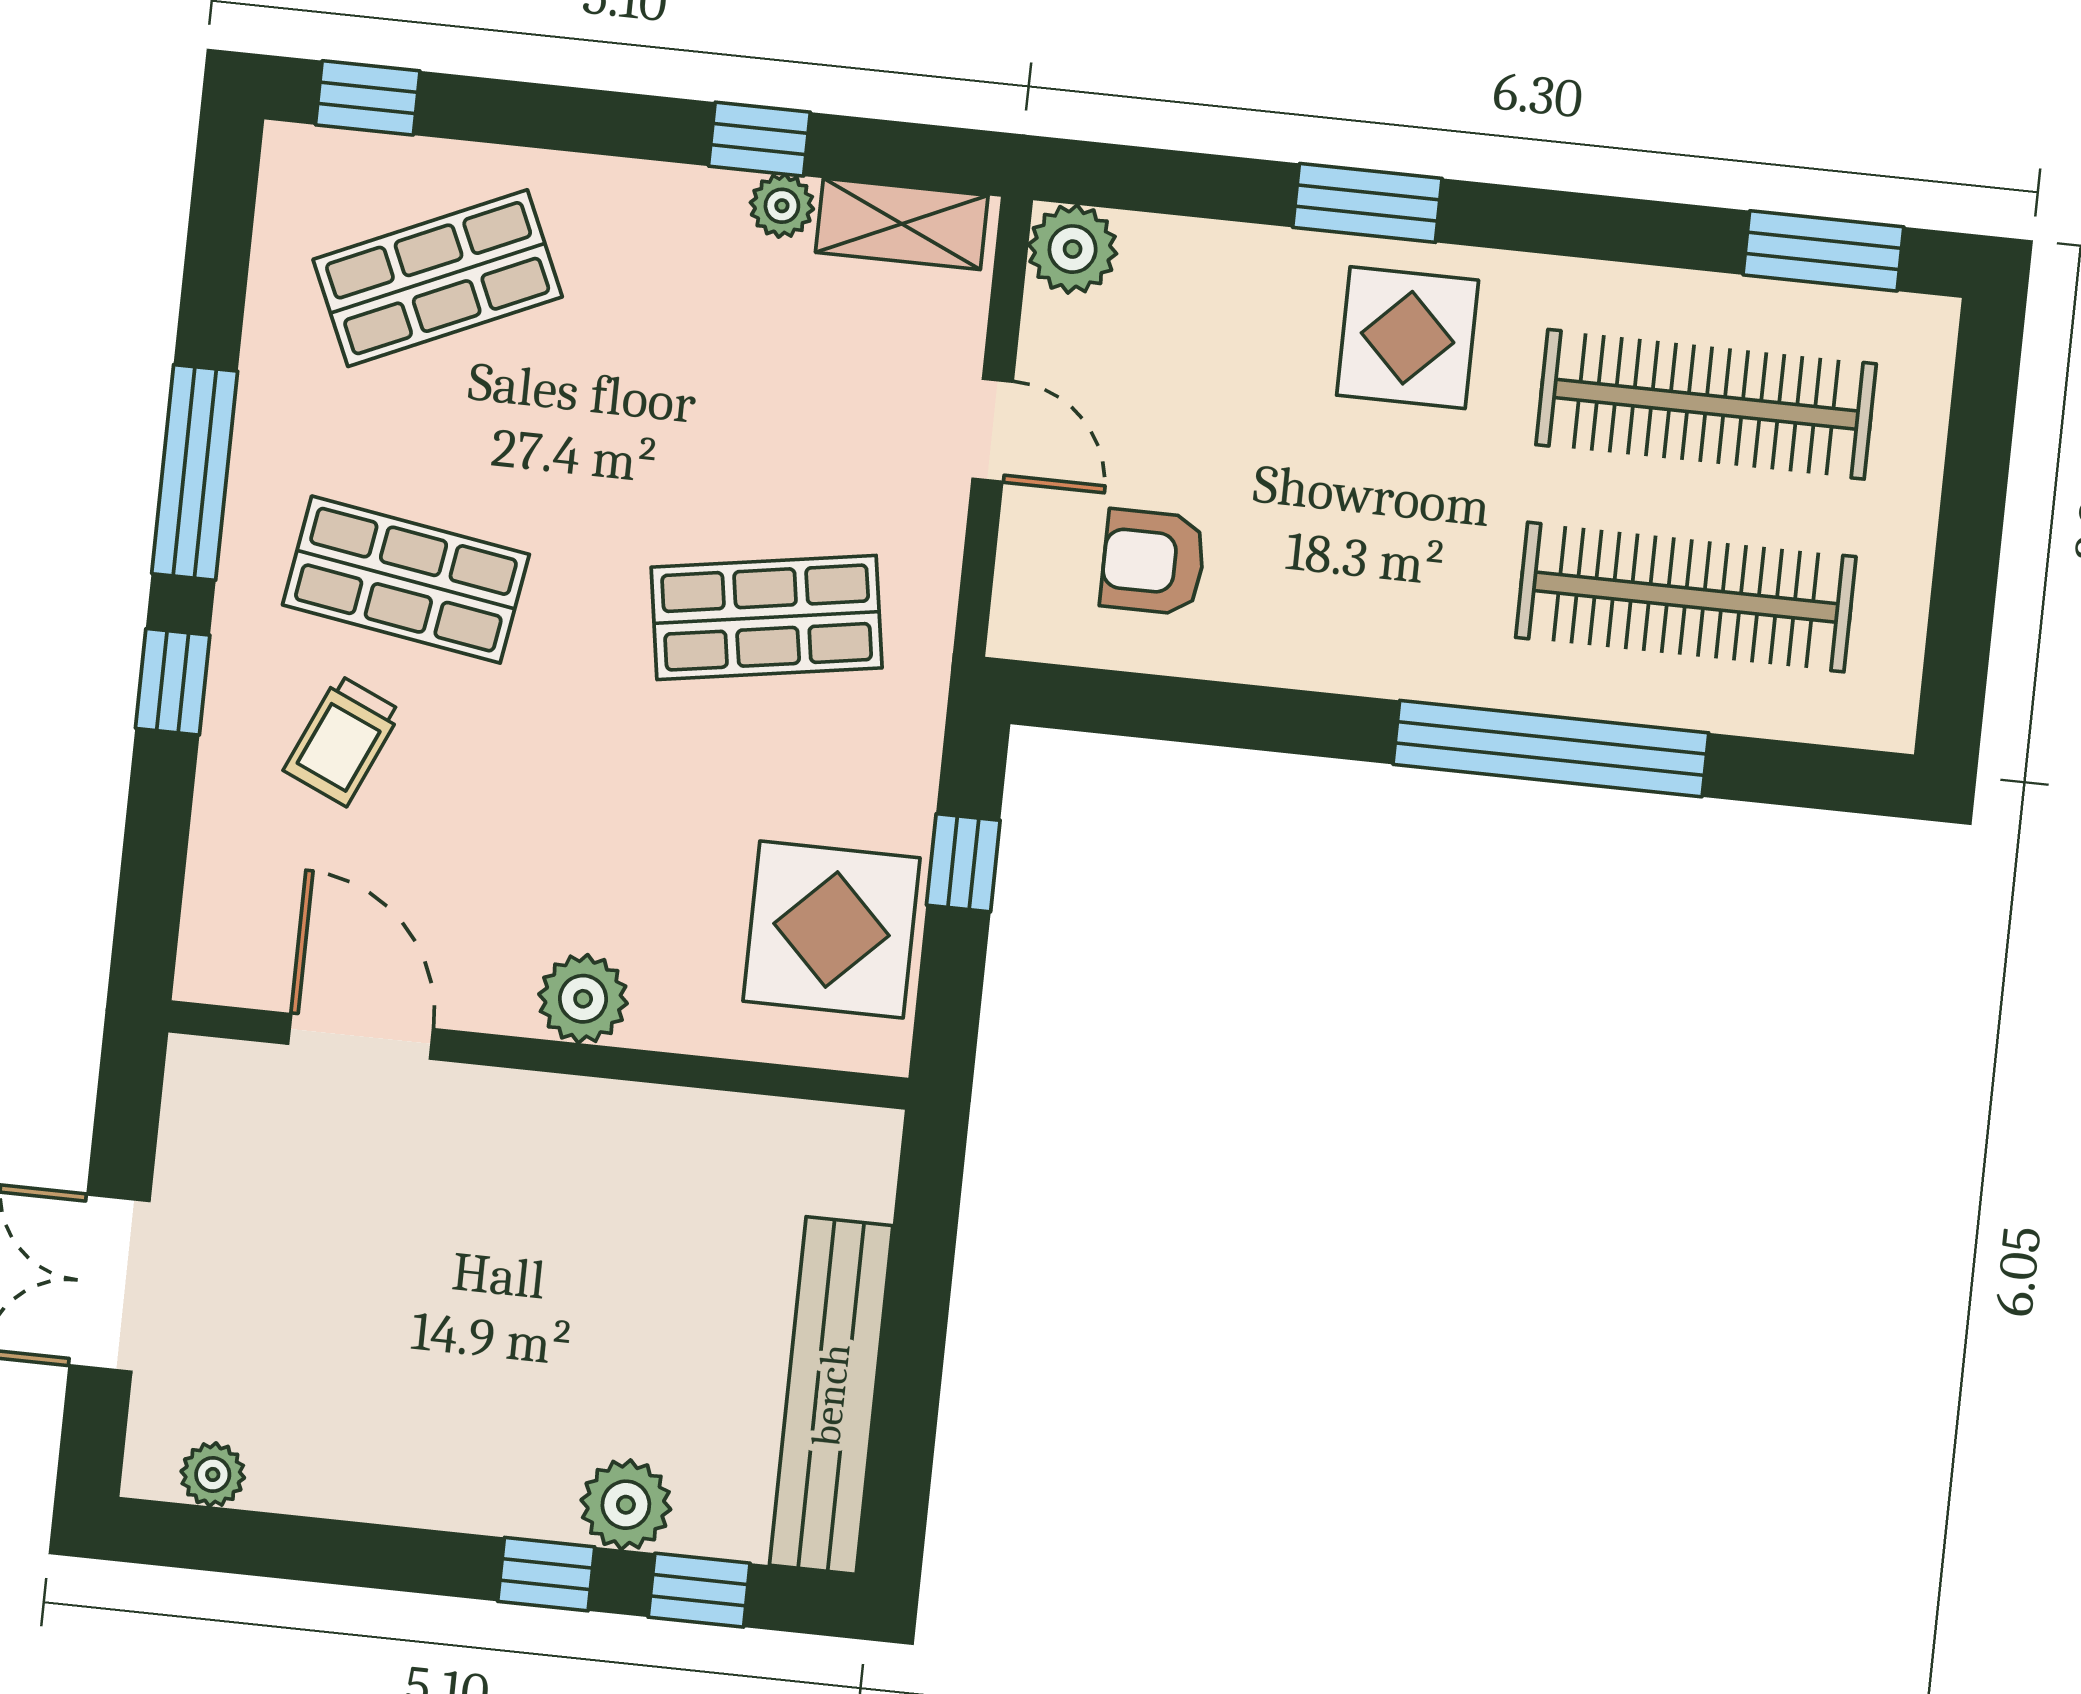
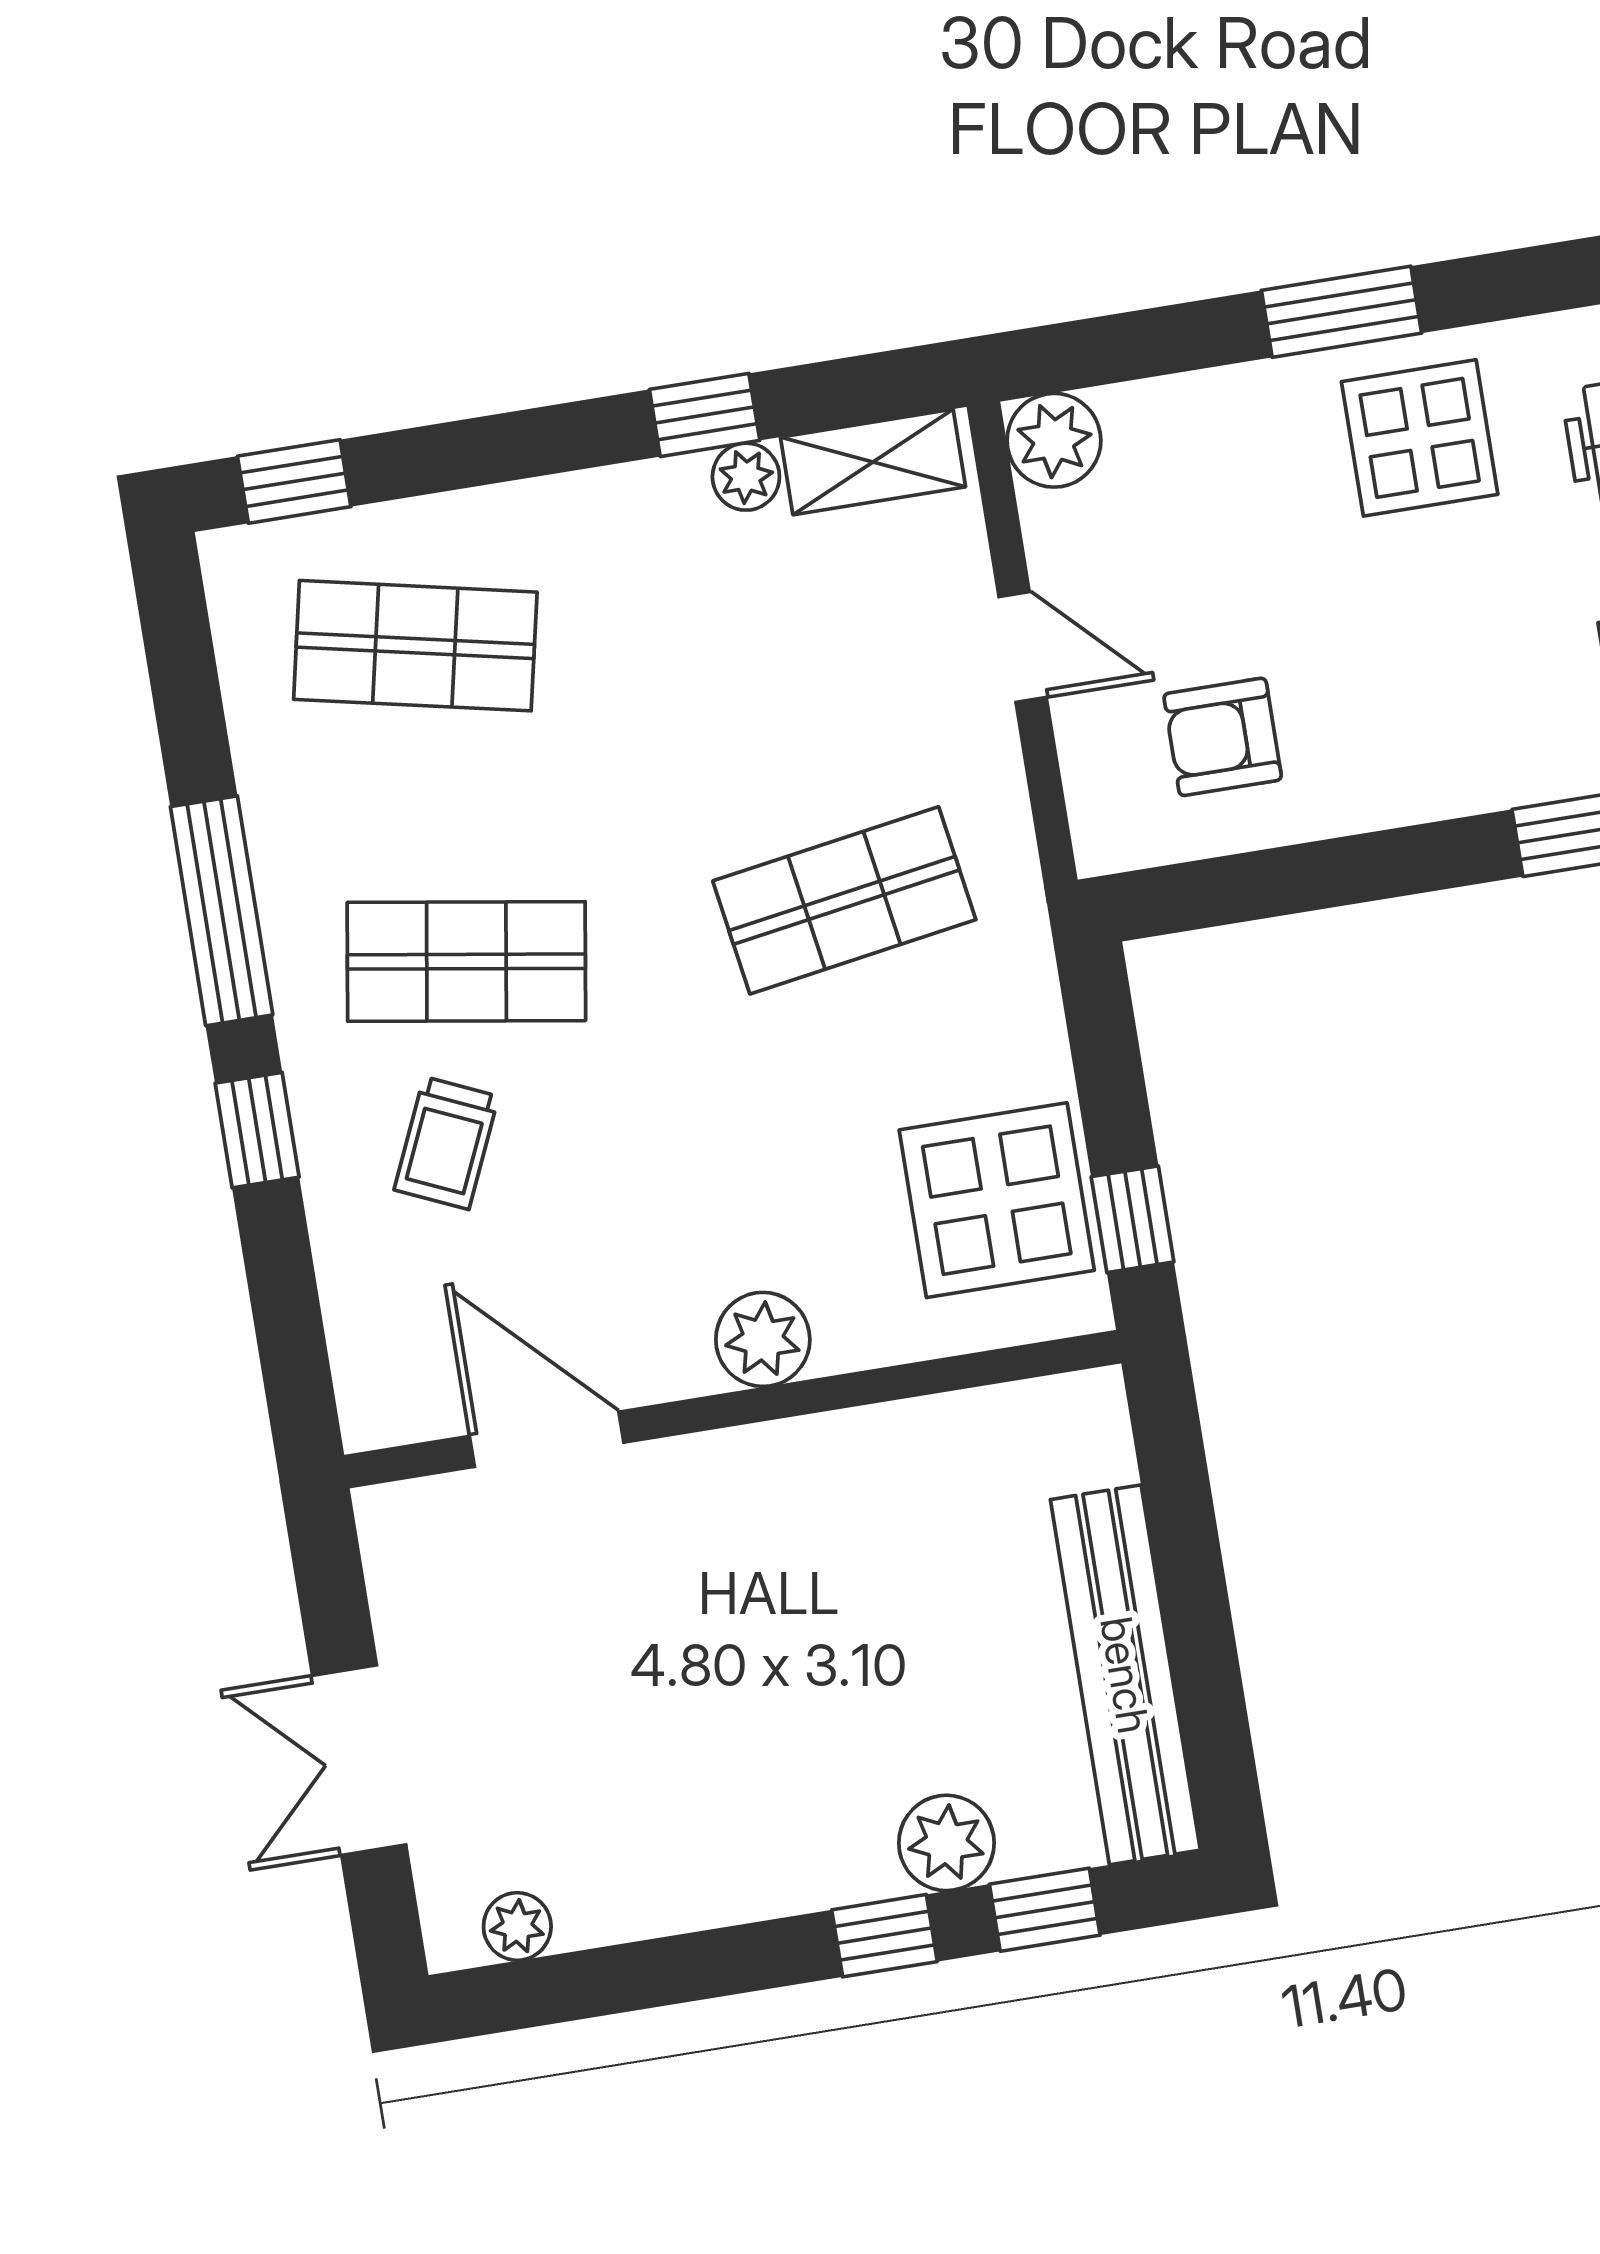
shop shelf: (438, 278) -> (415, 646), turned 36
window: (963, 863) -> (1133, 1219), moved

